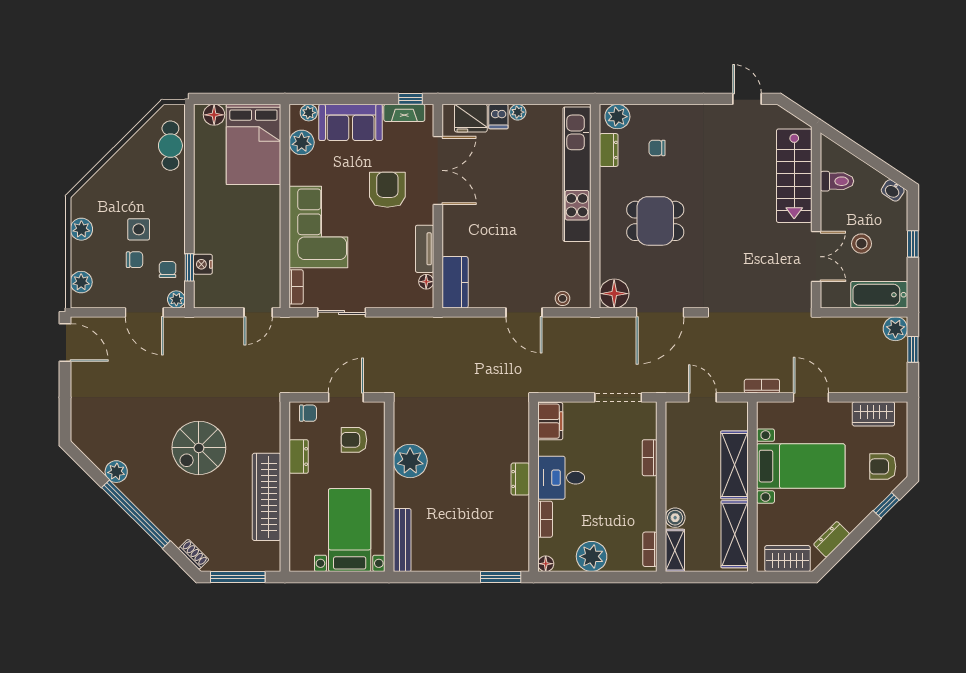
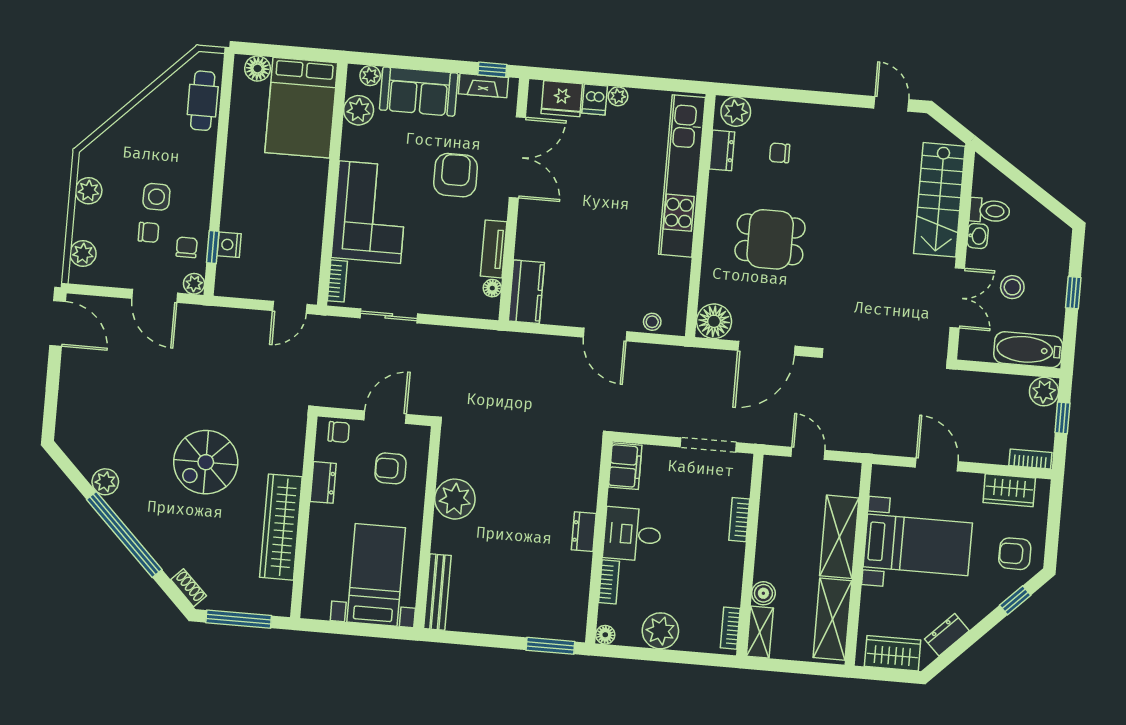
washbasin: (893, 190) -> (978, 236), moved, turned -124
bookcase: (762, 386) -> (1030, 459), moved

